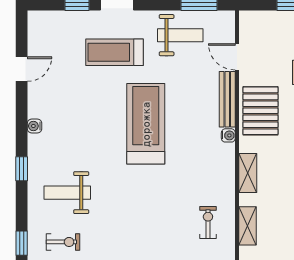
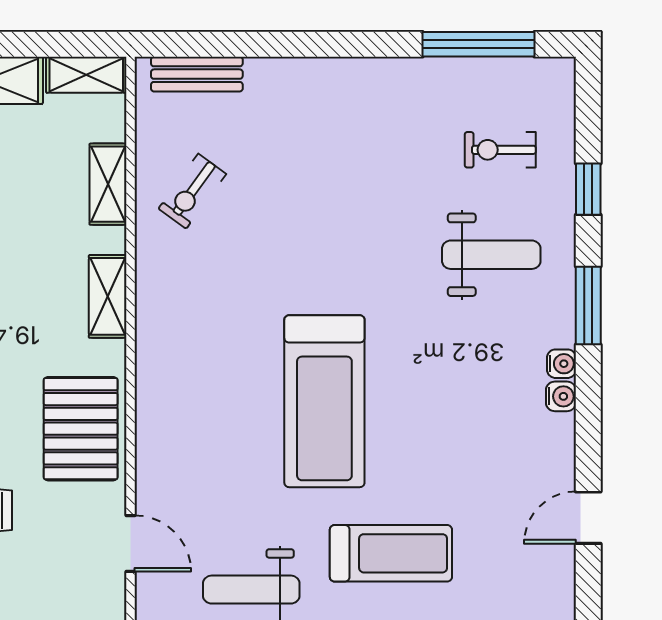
bench: (227, 99) -> (151, 453), removed
water cooler: (228, 135) -> (562, 364), moved, turned 180
window: (22, 169) -> (588, 306), width x1.50
exercise bike: (208, 222) -> (192, 191), turned 36
window: (22, 243) -> (588, 189), moved

